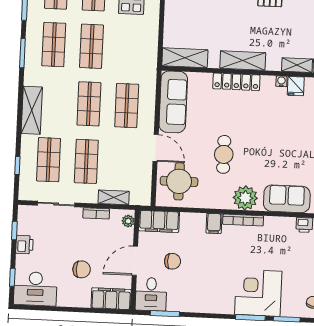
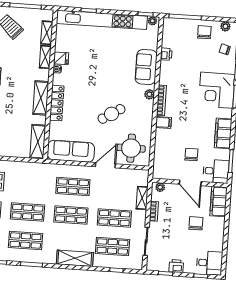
cafe table: (224, 154) -> (111, 114), turned -32
plant: (245, 198) -> (149, 94), width x0.53, depth x0.53
filing cabinet: (159, 221) -> (223, 133), moved, turned 180
desk: (35, 289) -> (209, 263), width x0.73

